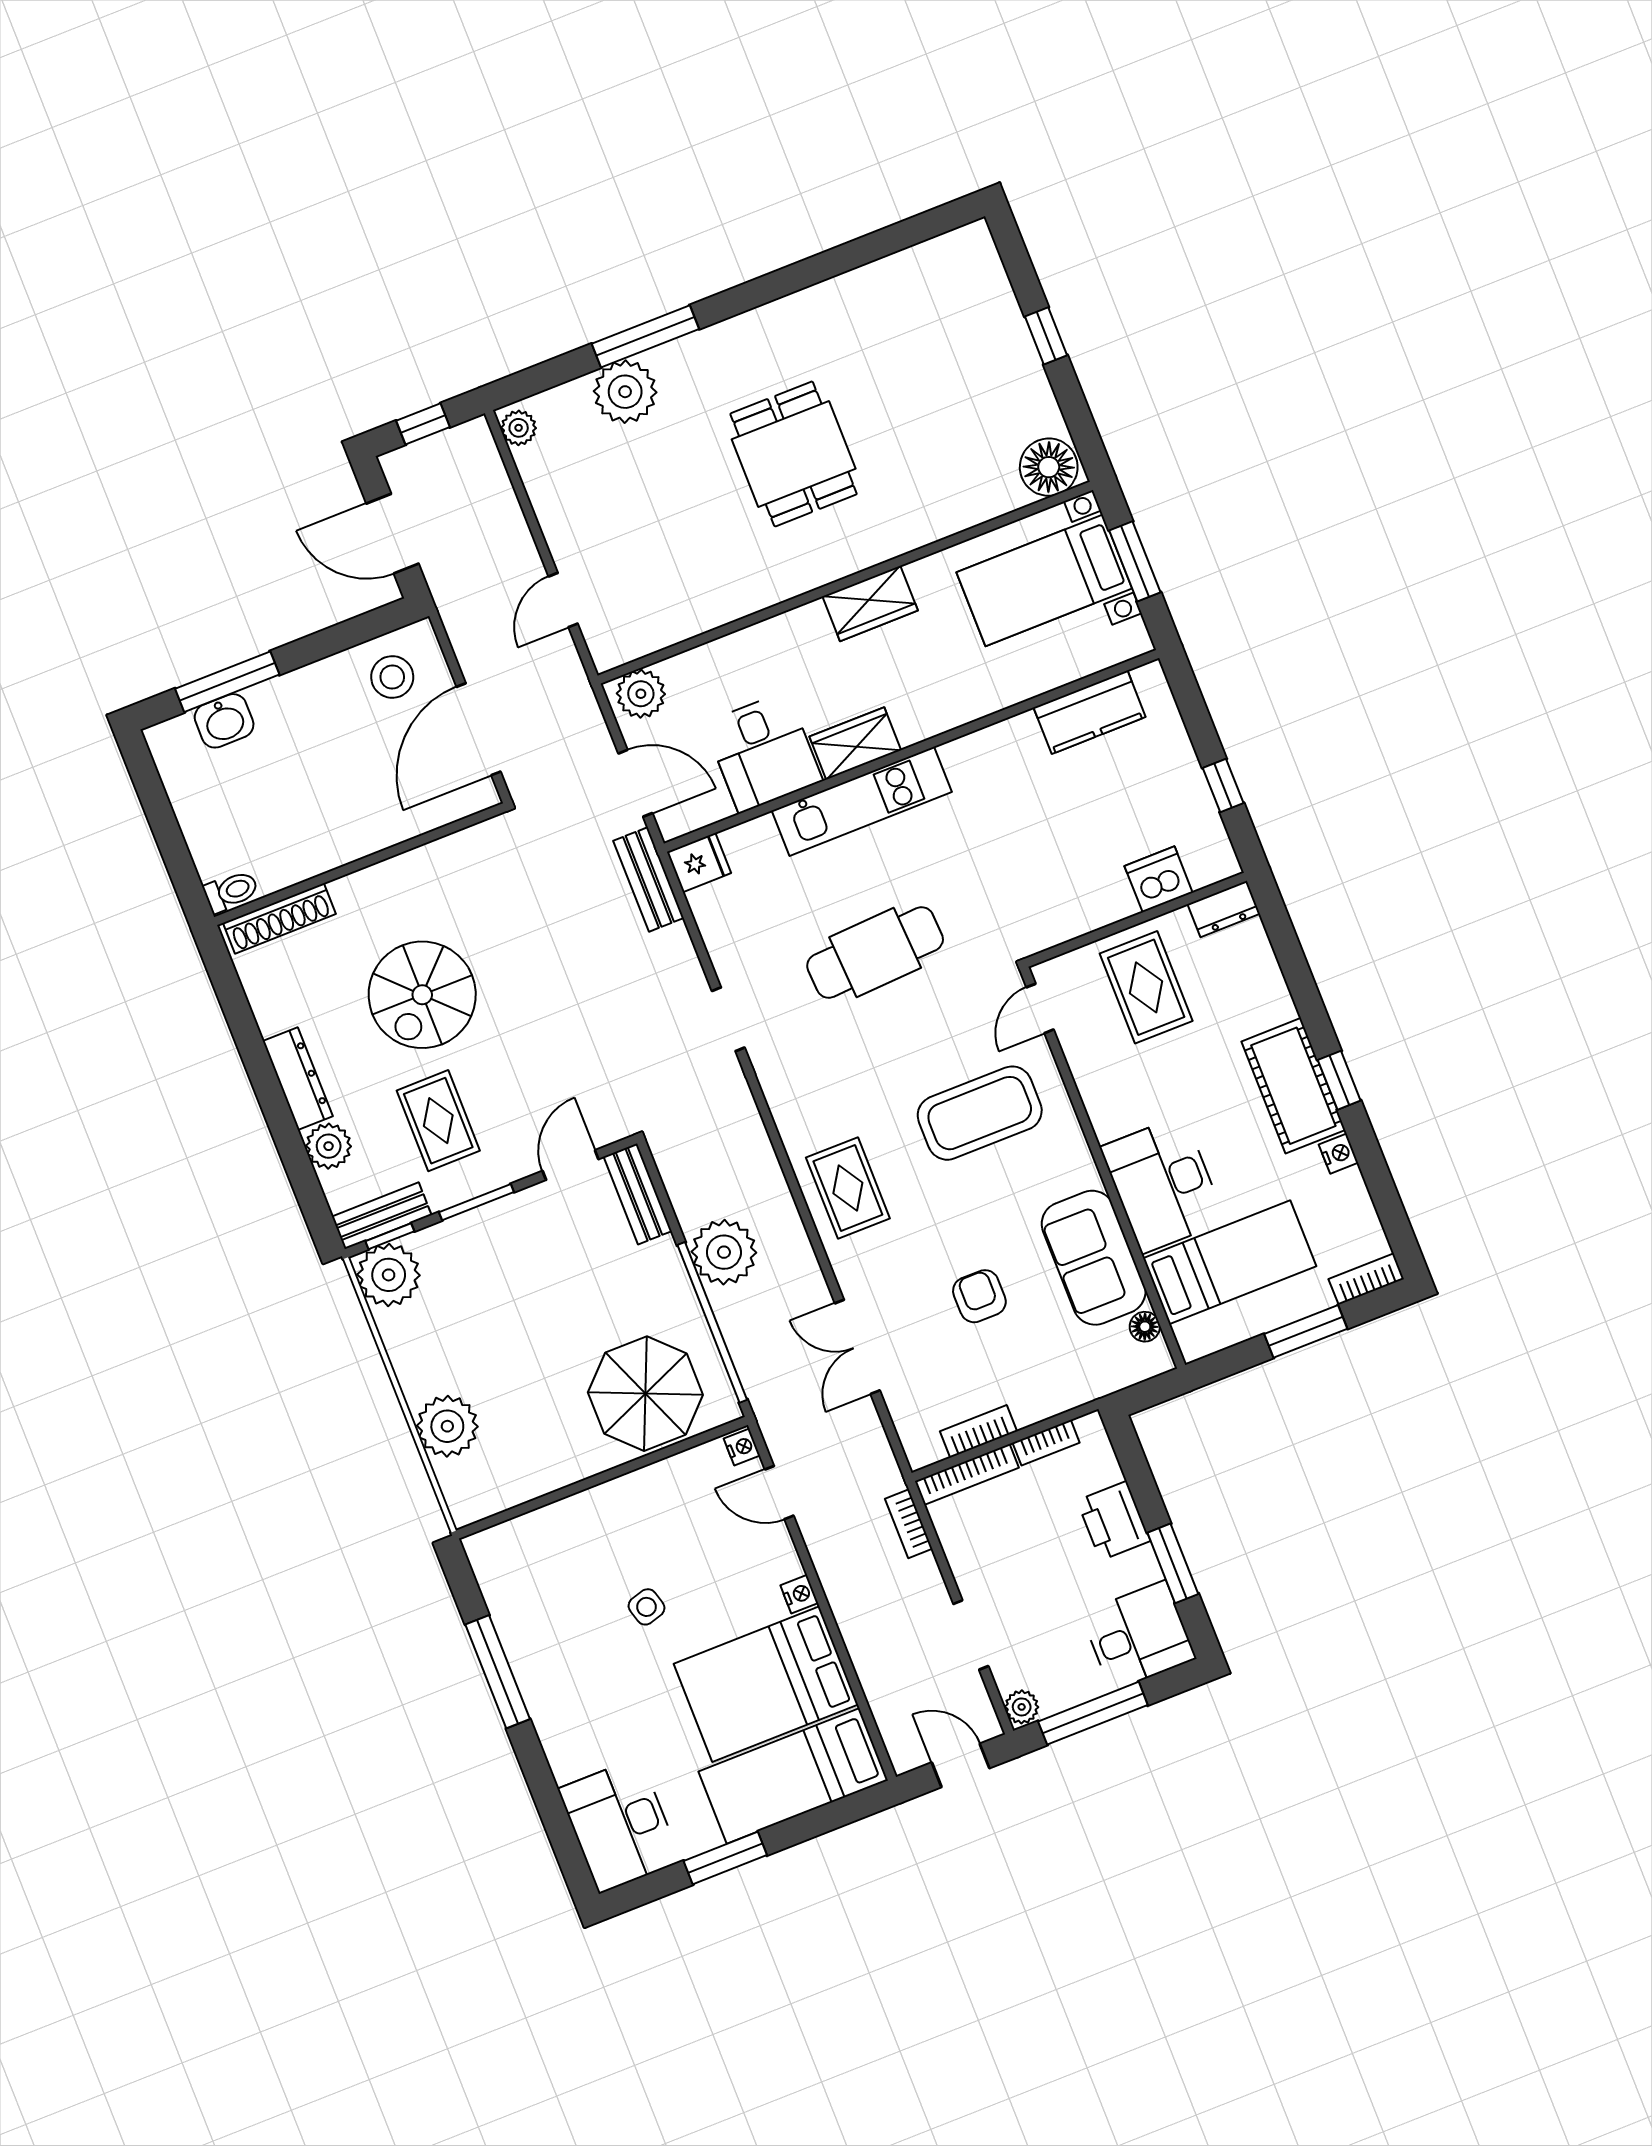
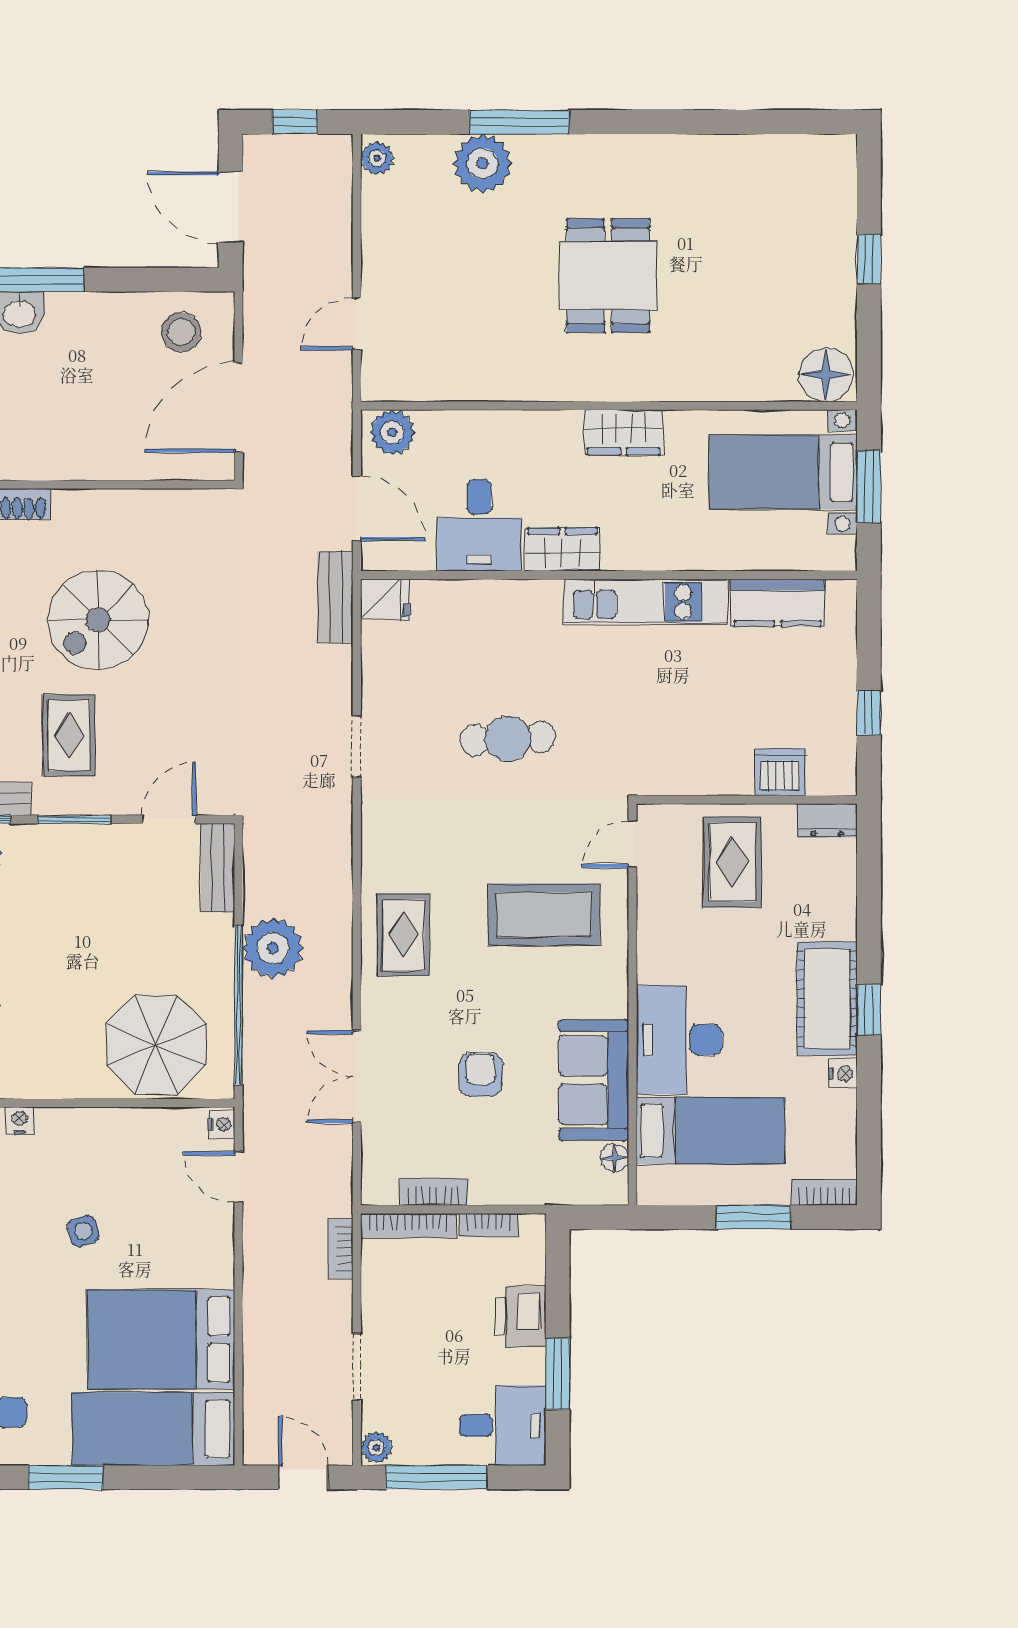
kitchen unit: (862, 801) -> (645, 602), moved
cafe table: (875, 953) -> (508, 739), width x0.73, depth x0.74
nightstand: (799, 1594) -> (20, 1121), moved, turned -90

